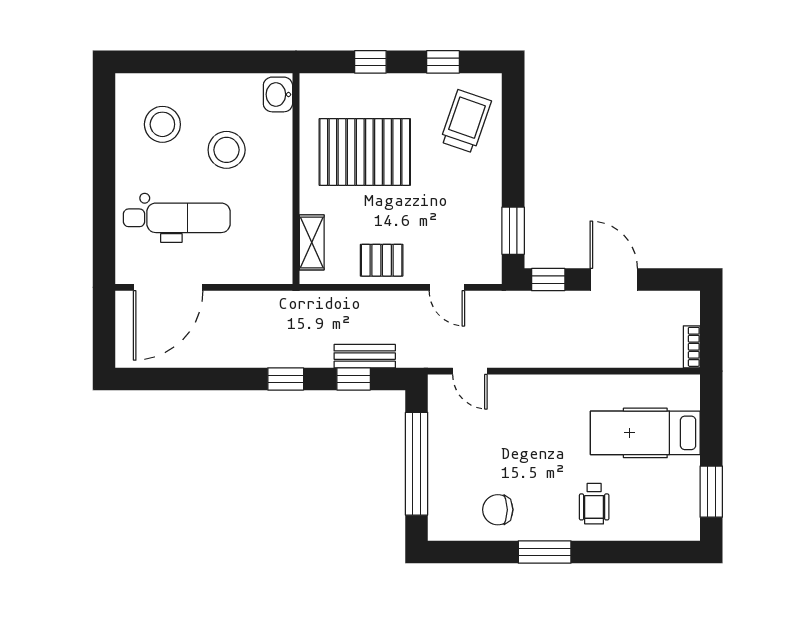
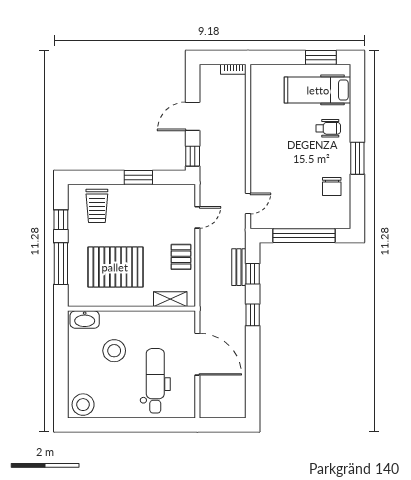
window: (370, 62) -> (61, 264), width x2.17
washbasin: (278, 94) -> (85, 320), width x1.38
trolley: (466, 121) -> (97, 206), turned -109
stool: (162, 124) -> (83, 405), moved
pallet: (365, 152) -> (115, 267), turned 90
window: (513, 231) -> (138, 177), moved
door: (168, 287) -> (197, 354), moved
hospital bed: (645, 433) -> (318, 90), moved, turned 90

